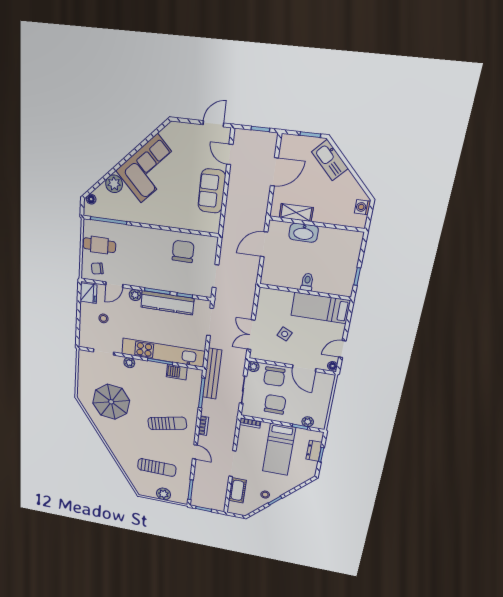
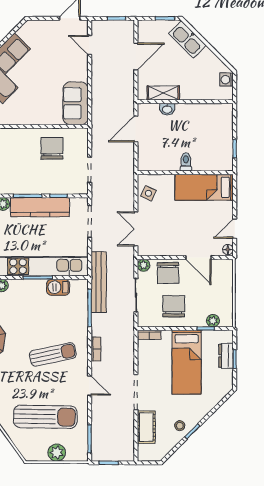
sofa: (212, 191) -> (76, 103), moved
washbasin: (304, 233) -> (167, 109), width x0.52, depth x0.69
side table: (285, 334) -> (149, 193), moved
sun lounger: (157, 467) -> (45, 417), width x1.36, depth x1.34

